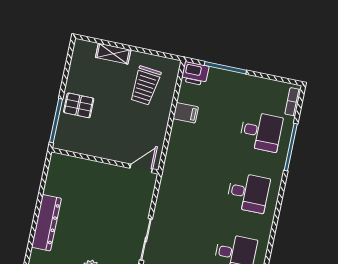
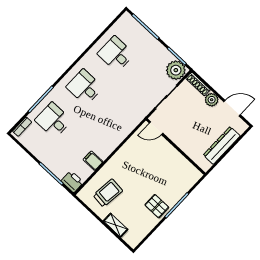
wall: (105, 161) -> (176, 147), moved
door: (141, 168) -> (156, 128), moved

